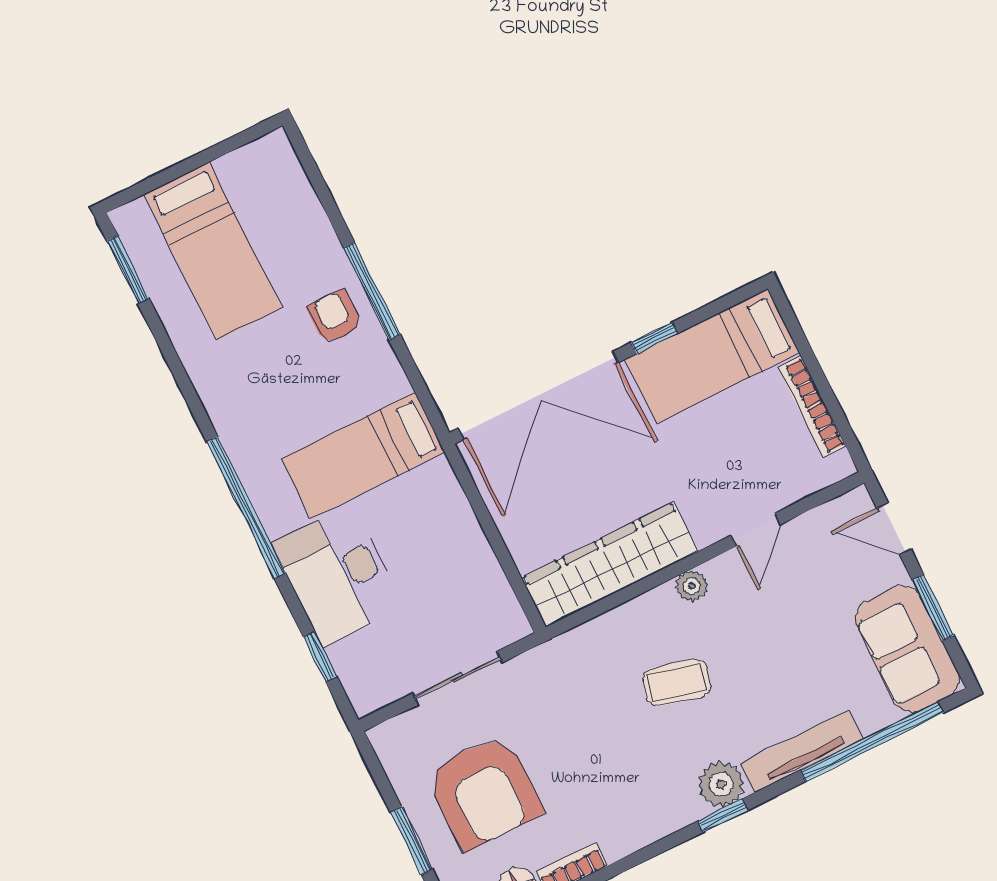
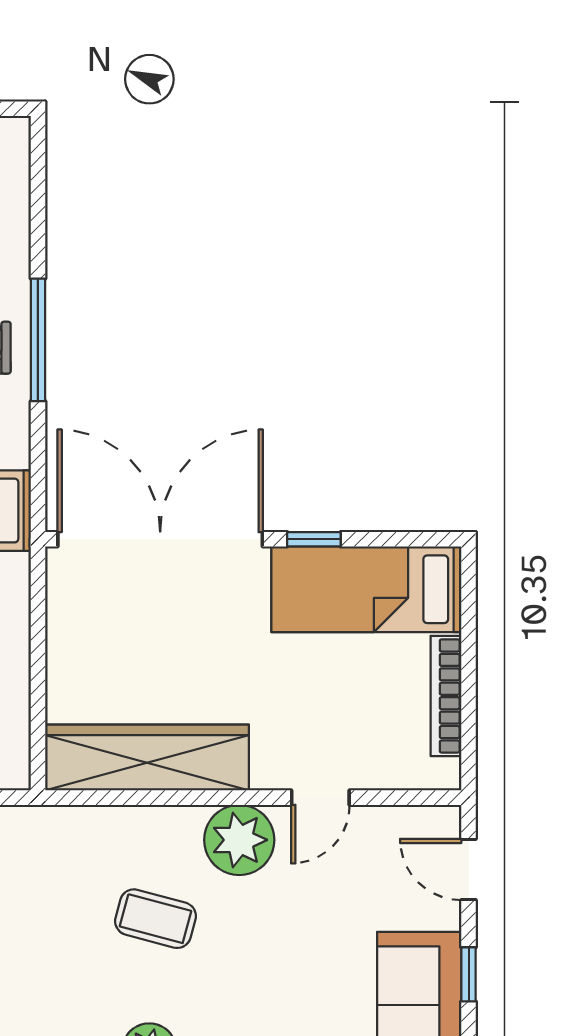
double door: (538, 395) -> (160, 539), swing flipped
plant: (692, 586) -> (239, 840), width x1.88, depth x1.88
window: (933, 608) -> (469, 974), width x0.67

